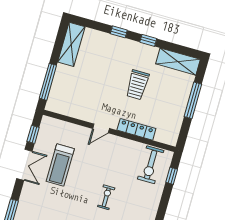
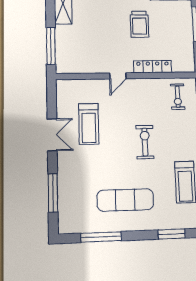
window: (33, 134) -> (52, 102), removed
exercise bike: (151, 165) -> (178, 97), width x0.73, depth x0.72
exercise bike: (106, 197) -> (145, 142), width x1.38, depth x1.39

